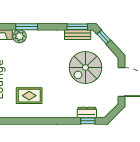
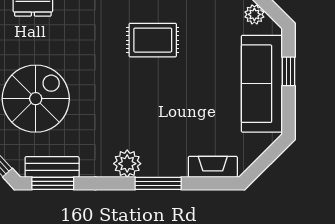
plant: (20, 36) -> (127, 164), moved

